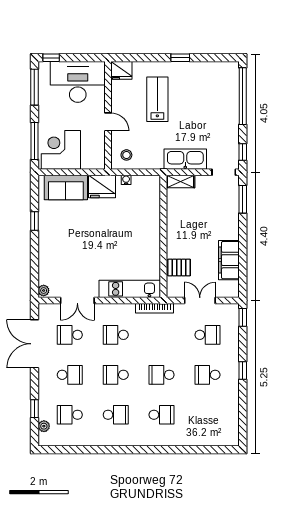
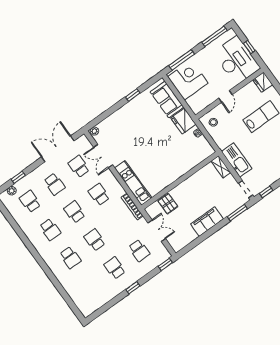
window: (51, 58) -> (249, 47), moved
filing cabinet: (229, 260) -> (207, 222), moved

